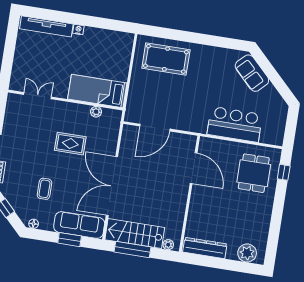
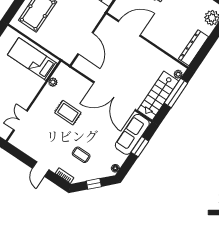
bed: (97, 91) -> (32, 59), moved, turned 90
rug: (70, 144) -> (68, 113), turned 90
coffee table: (44, 189) -> (81, 155), moved
window: (132, 249) -> (176, 93), moved

